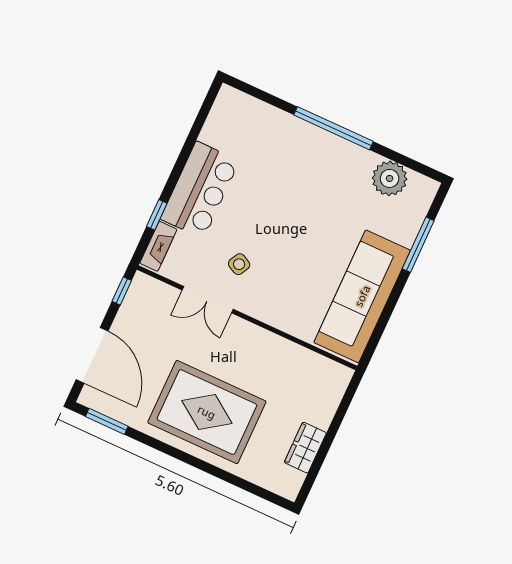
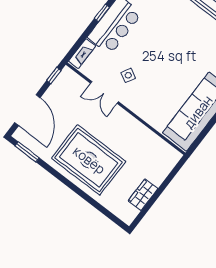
window: (157, 215) -> (102, 13), moved

